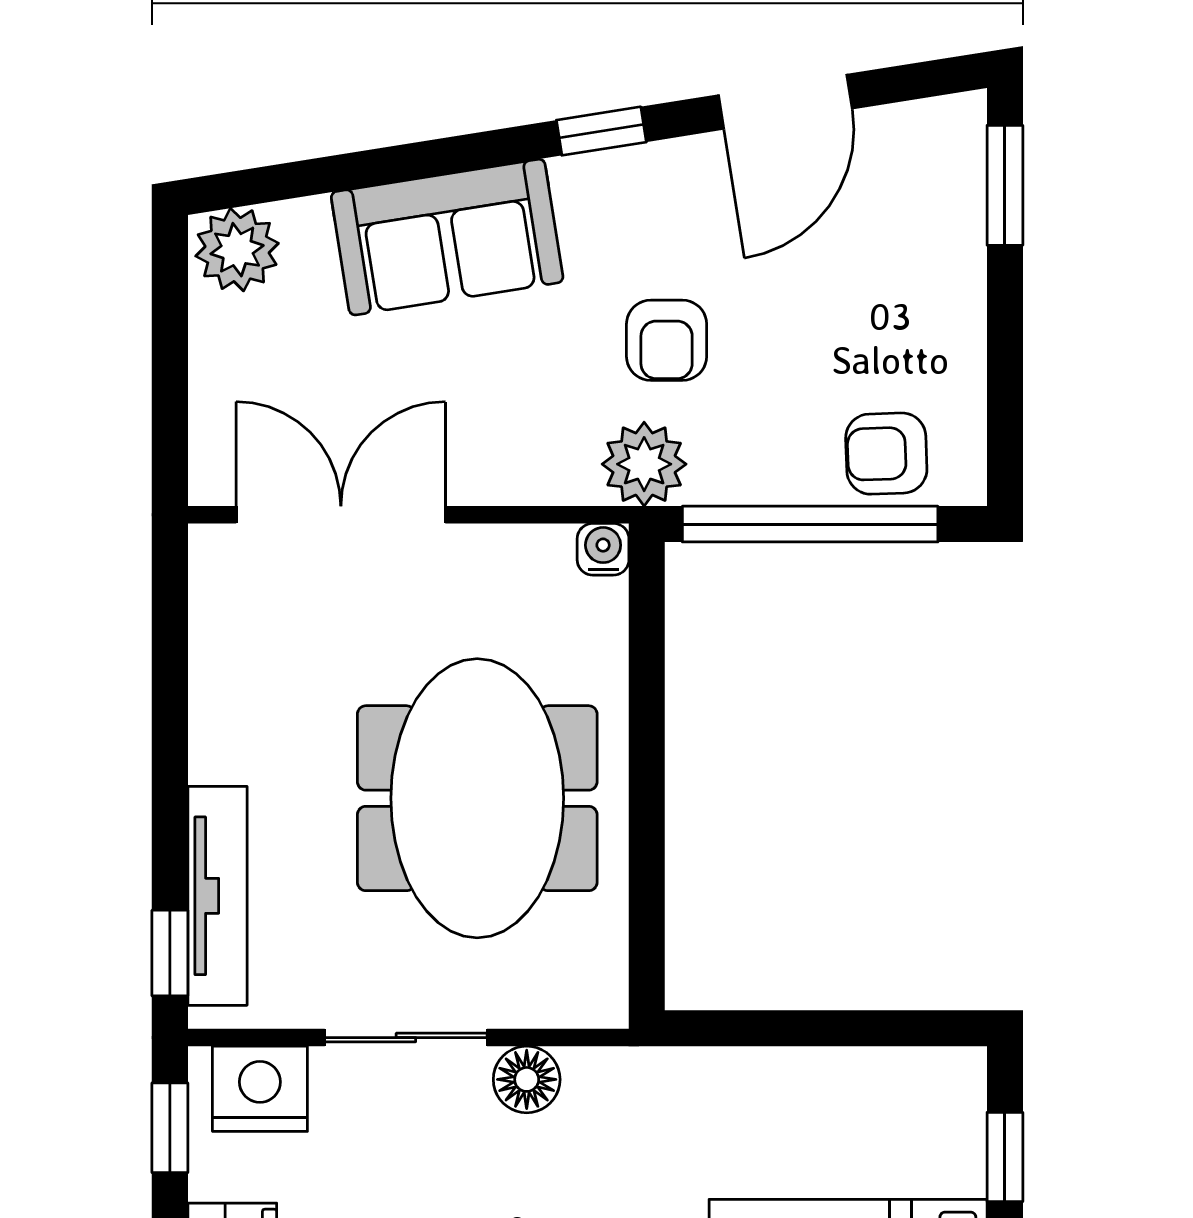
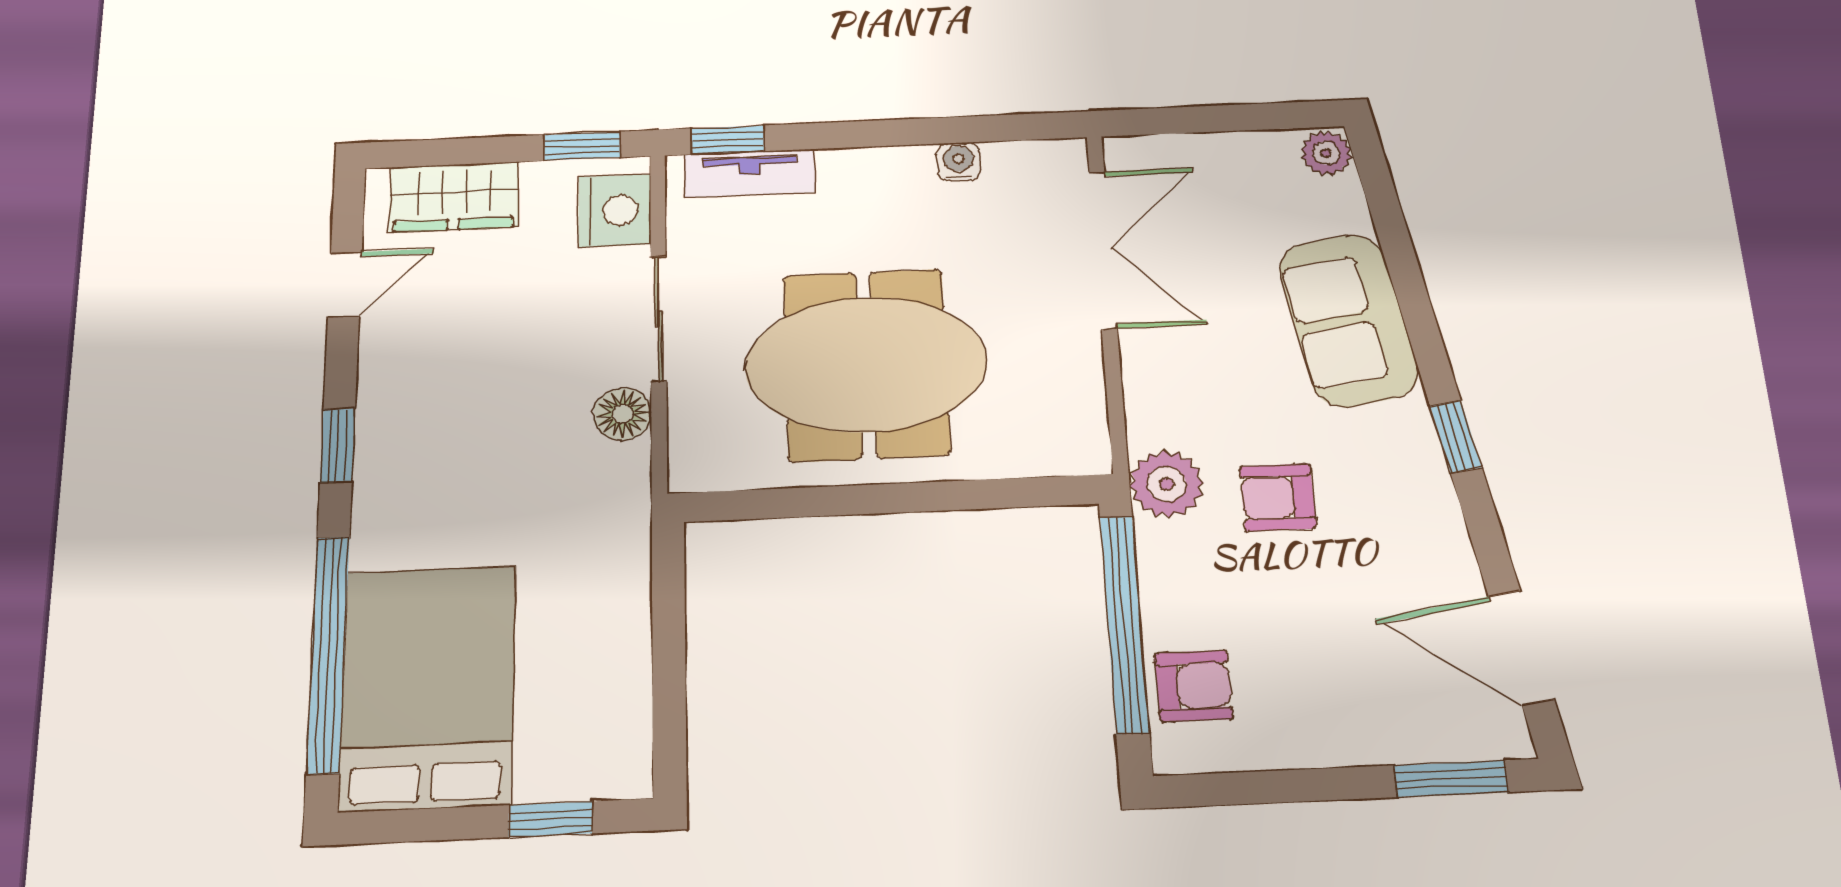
door: (785, 102) -> (1521, 647), moved
plant: (237, 250) -> (1326, 153), width x0.73, depth x0.73
armchair: (886, 454) -> (1194, 686), turned 92
water cooler: (603, 549) -> (959, 162), moved, turned -90
tv unit: (217, 896) -> (750, 173), width x0.71

